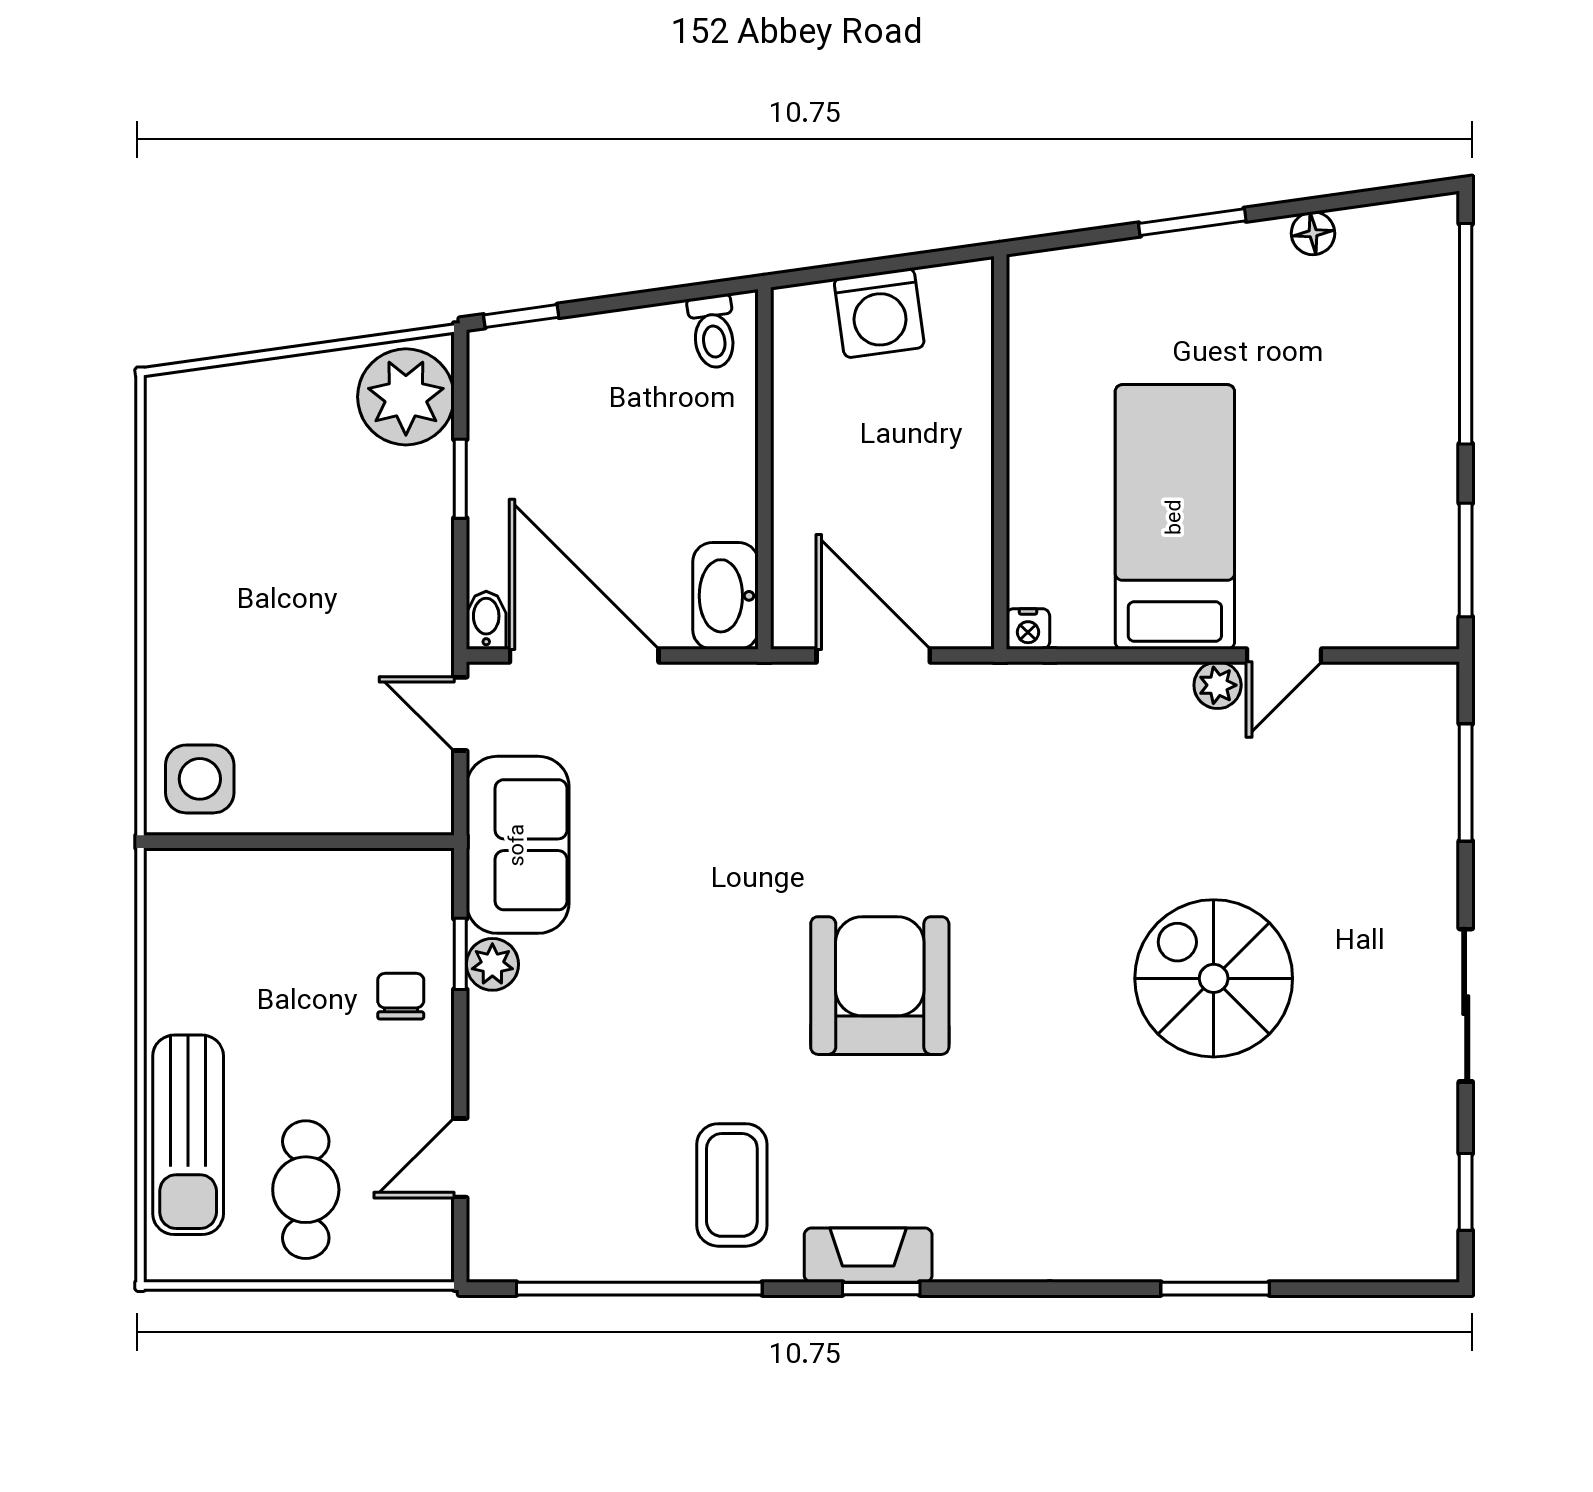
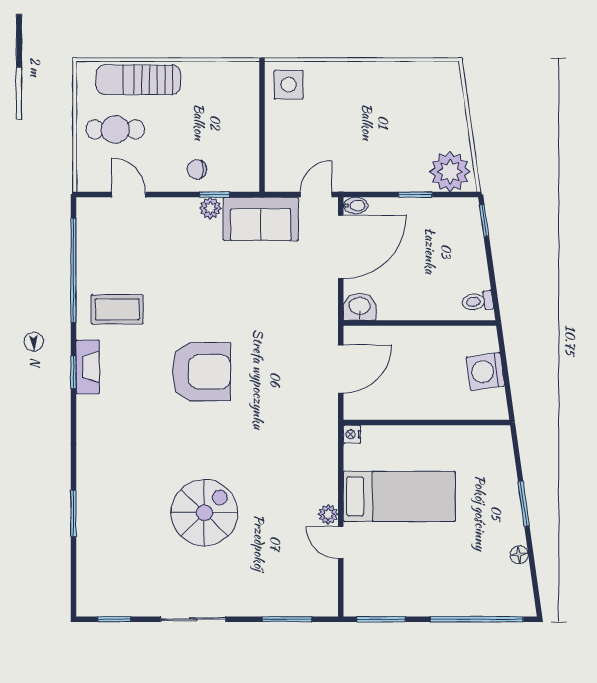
washbasin: (725, 596) -> (360, 307), width x0.72
chair: (401, 996) -> (197, 169), turned 180

